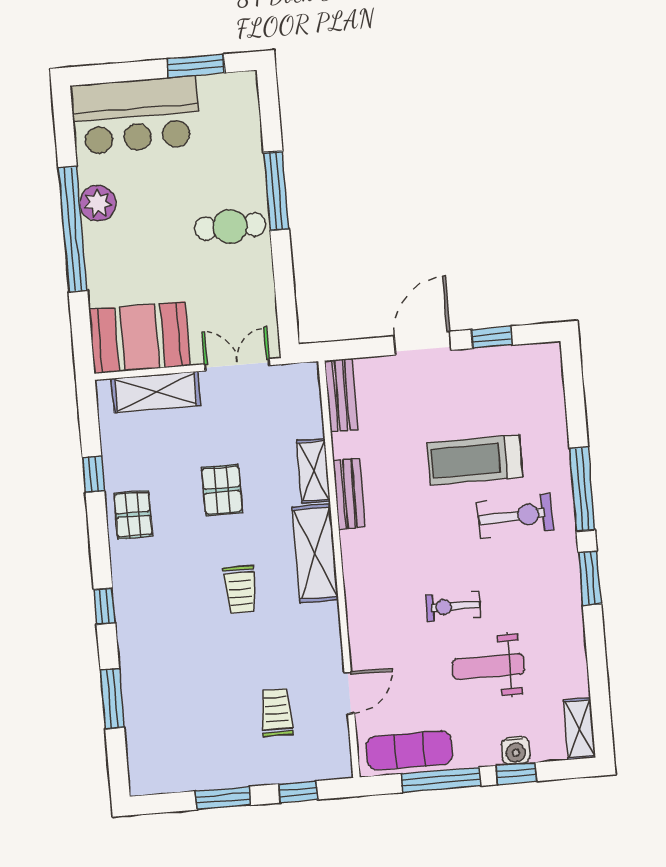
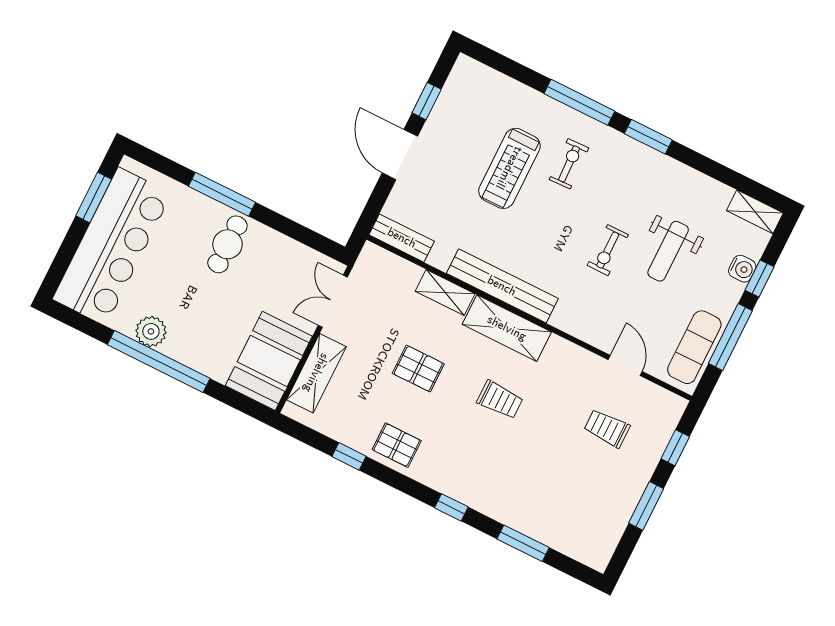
bar counter: (136, 115) -> (112, 246), width x1.36
bench: (349, 494) -> (502, 286), width x1.86, depth x1.21
exercise bike: (515, 516) -> (569, 164), width x0.73, depth x0.72

